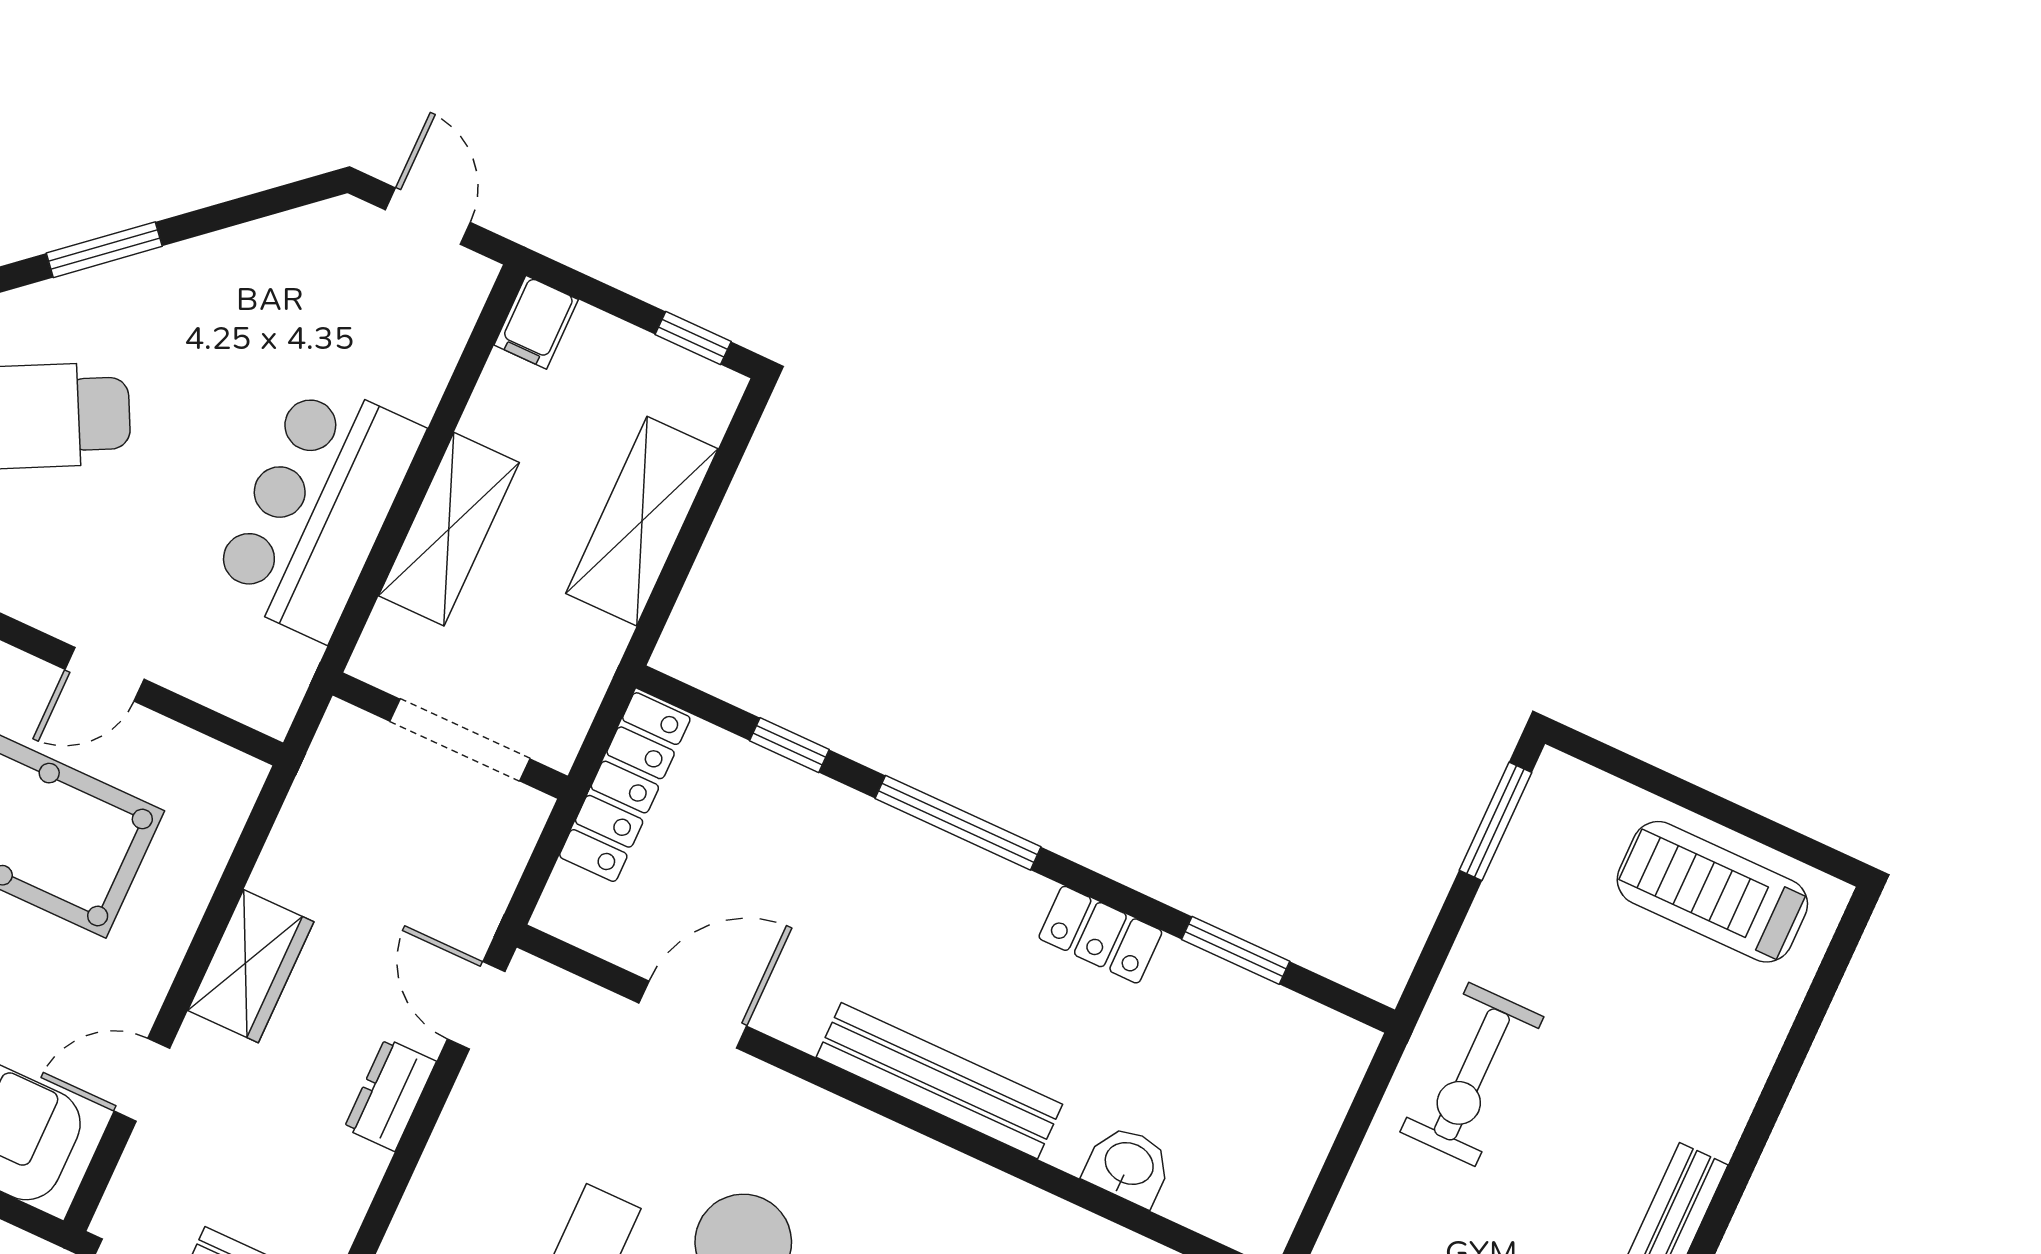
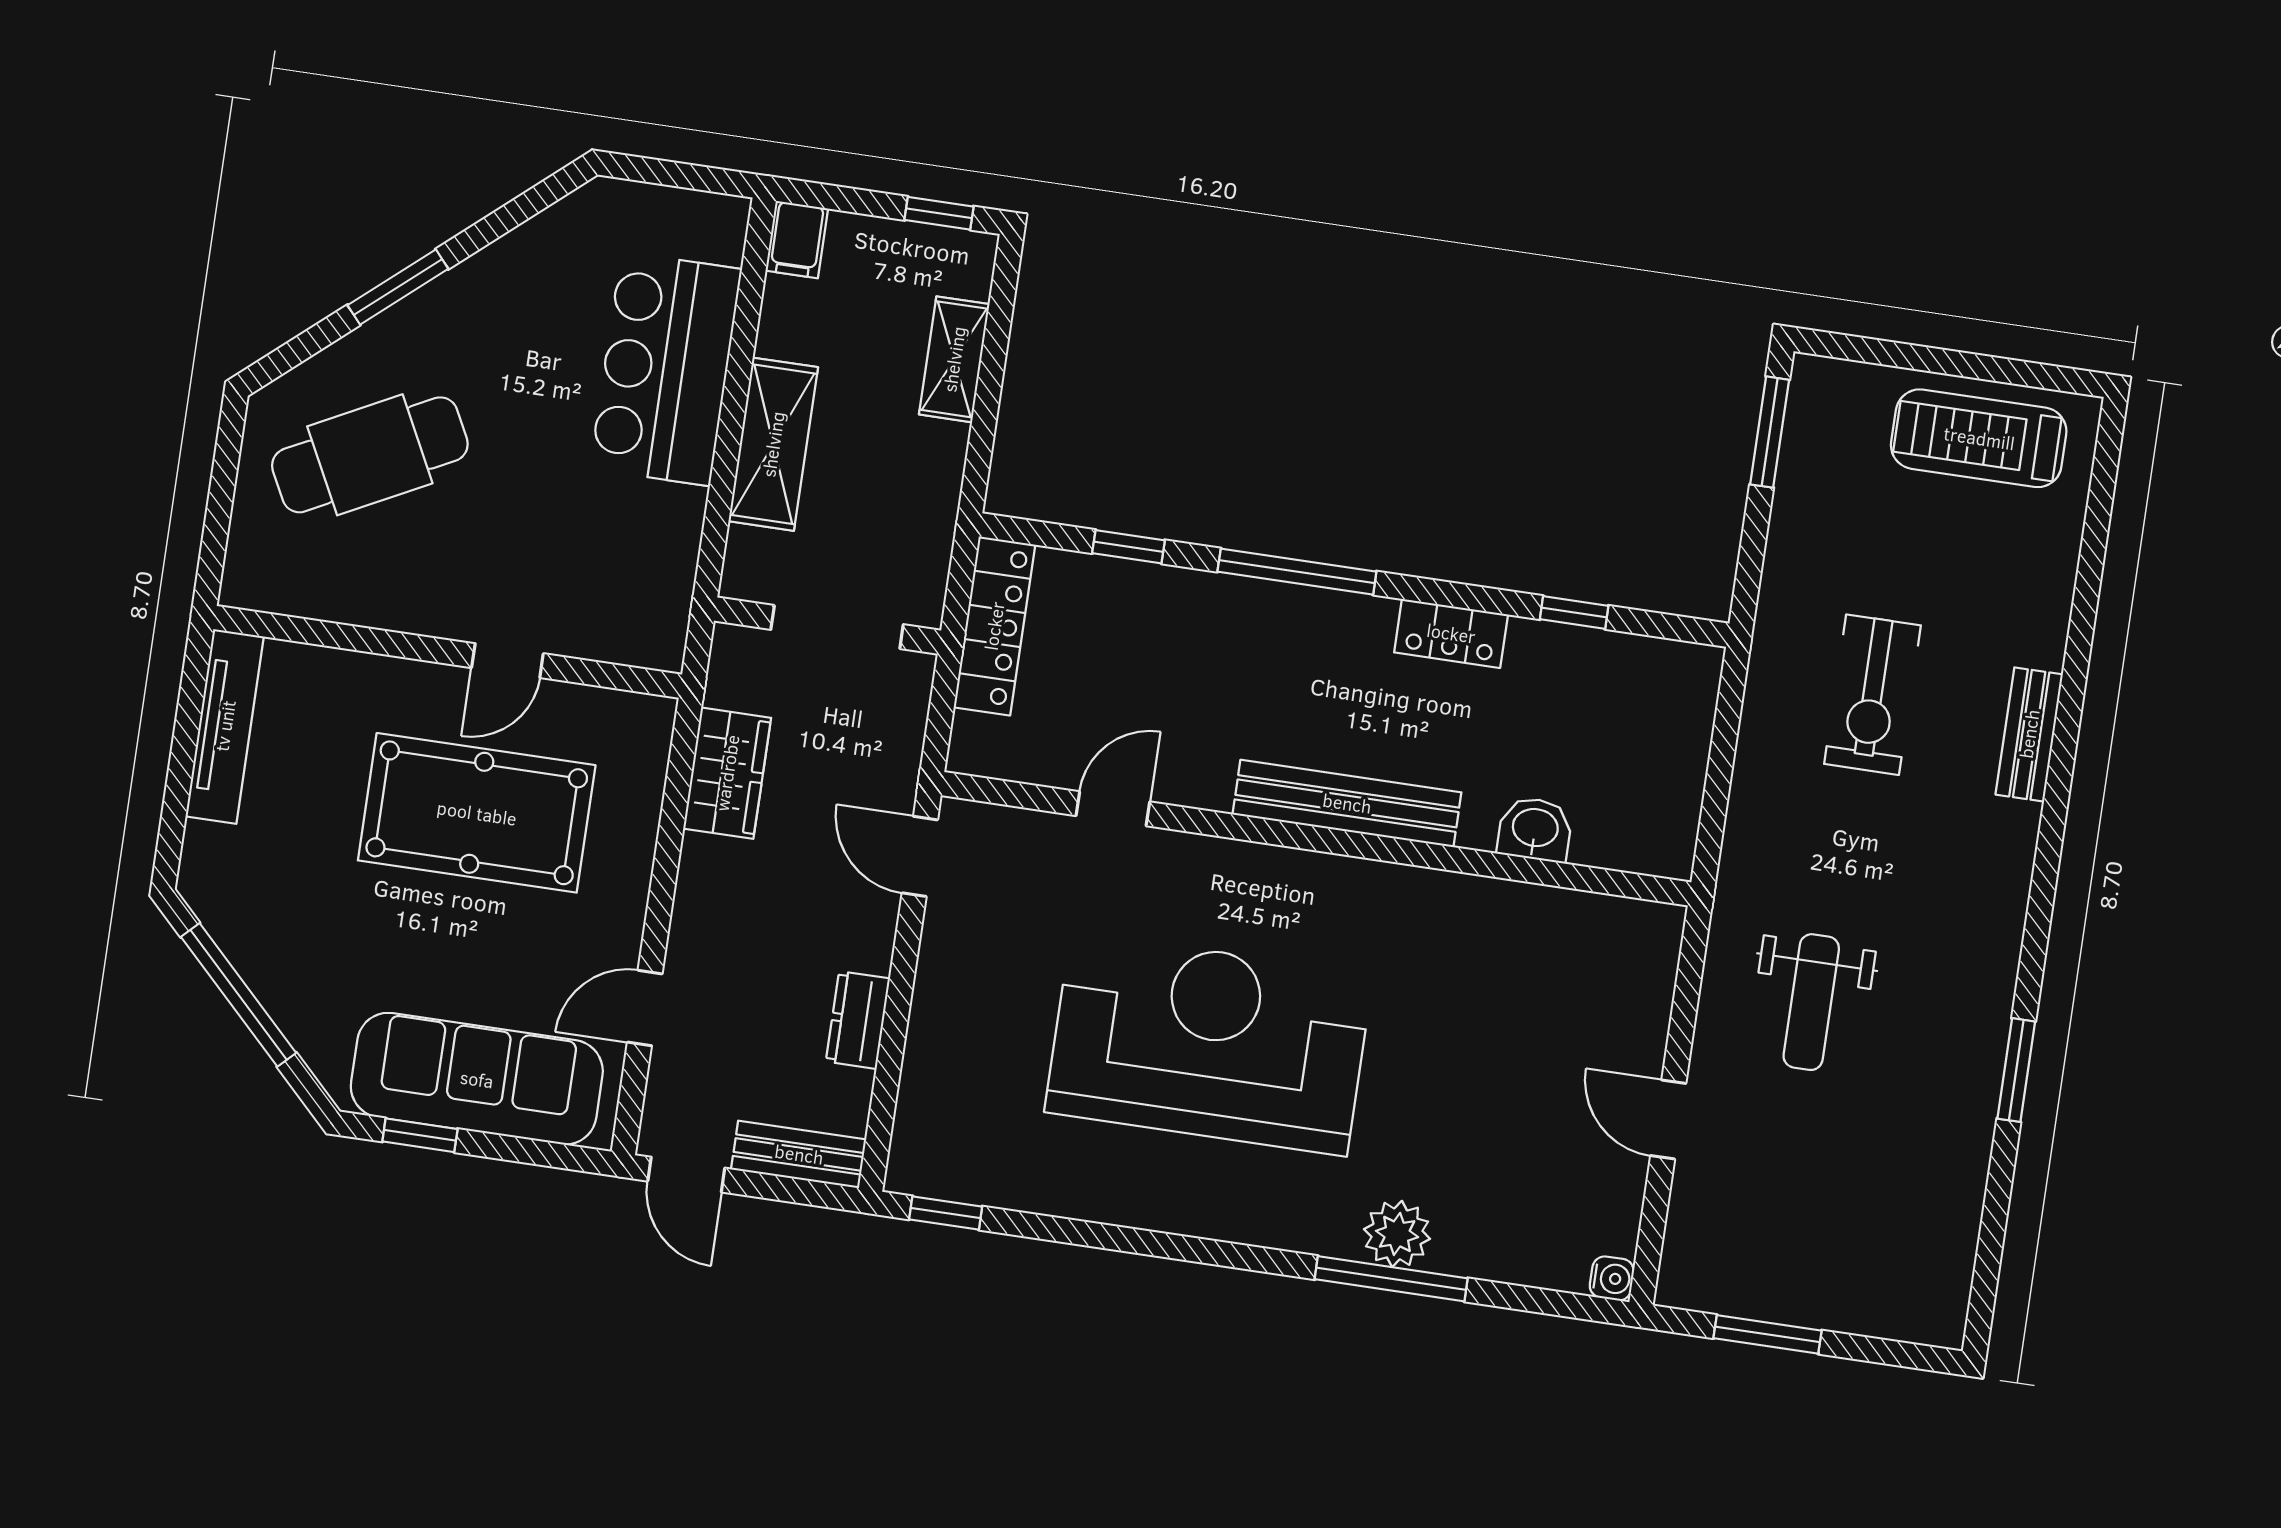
door: (428, 216) -> (674, 174), removed
bar counter: (317, 509) -> (666, 369), moved
shelving: (642, 521) -> (954, 359), width x0.67, depth x0.75
window: (1236, 950) -> (1574, 613), width x0.67
wardrobe: (251, 966) -> (727, 773), moved
door: (693, 1015) -> (1113, 809), width x0.73
exercise bike: (1472, 1074) -> (1873, 695), moved
dresser: (390, 1095) -> (858, 1020), moved

